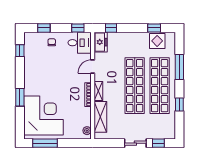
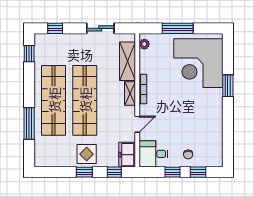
window: (78, 28) -> (172, 172), moved
window: (154, 28) -> (84, 172), moved
display table: (157, 41) -> (87, 154), moved
window: (20, 51) -> (228, 144), removed
window: (179, 105) -> (29, 54), moved
window: (45, 143) -> (178, 28), moved
sliding door: (135, 143) -> (100, 28), moved

